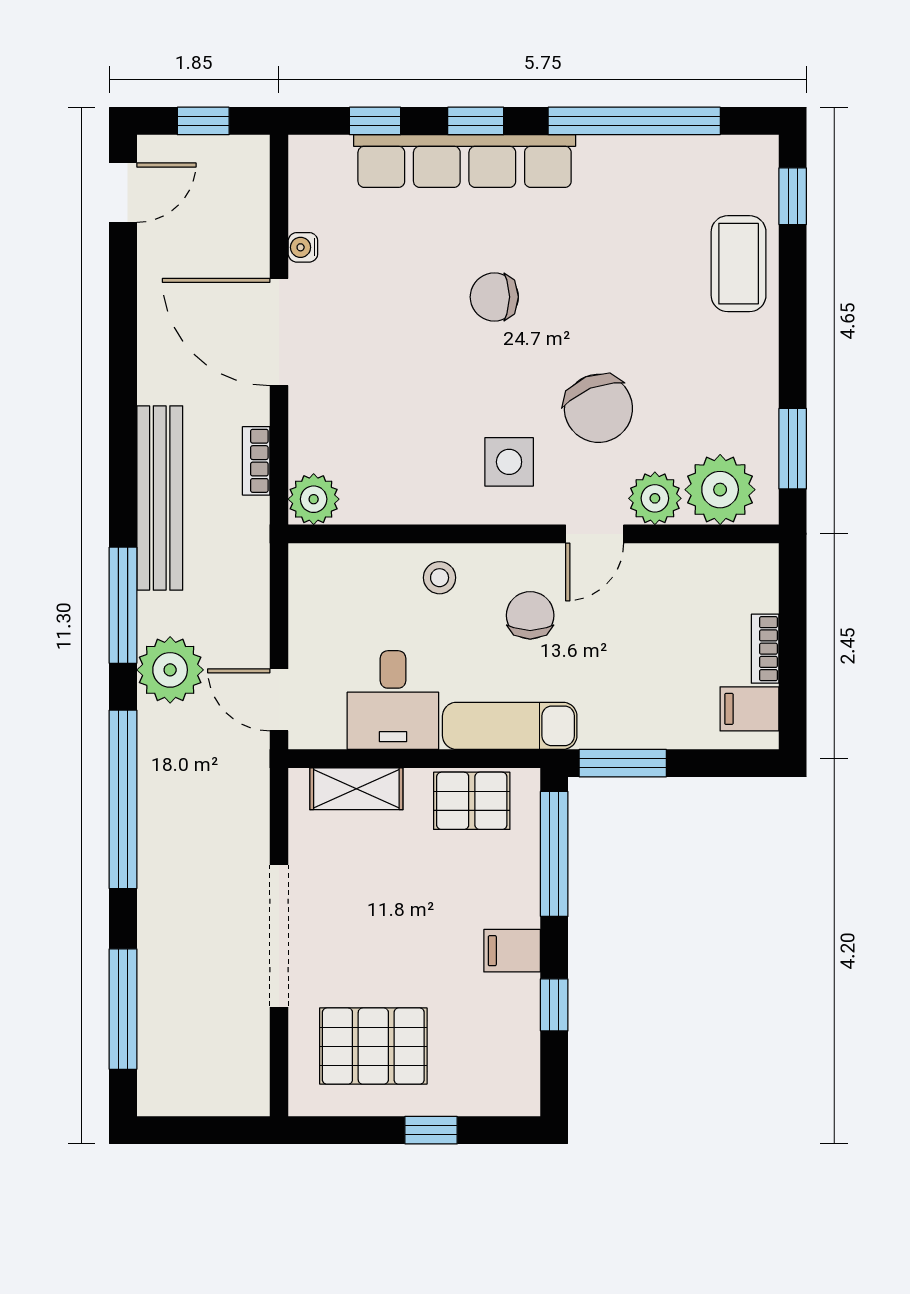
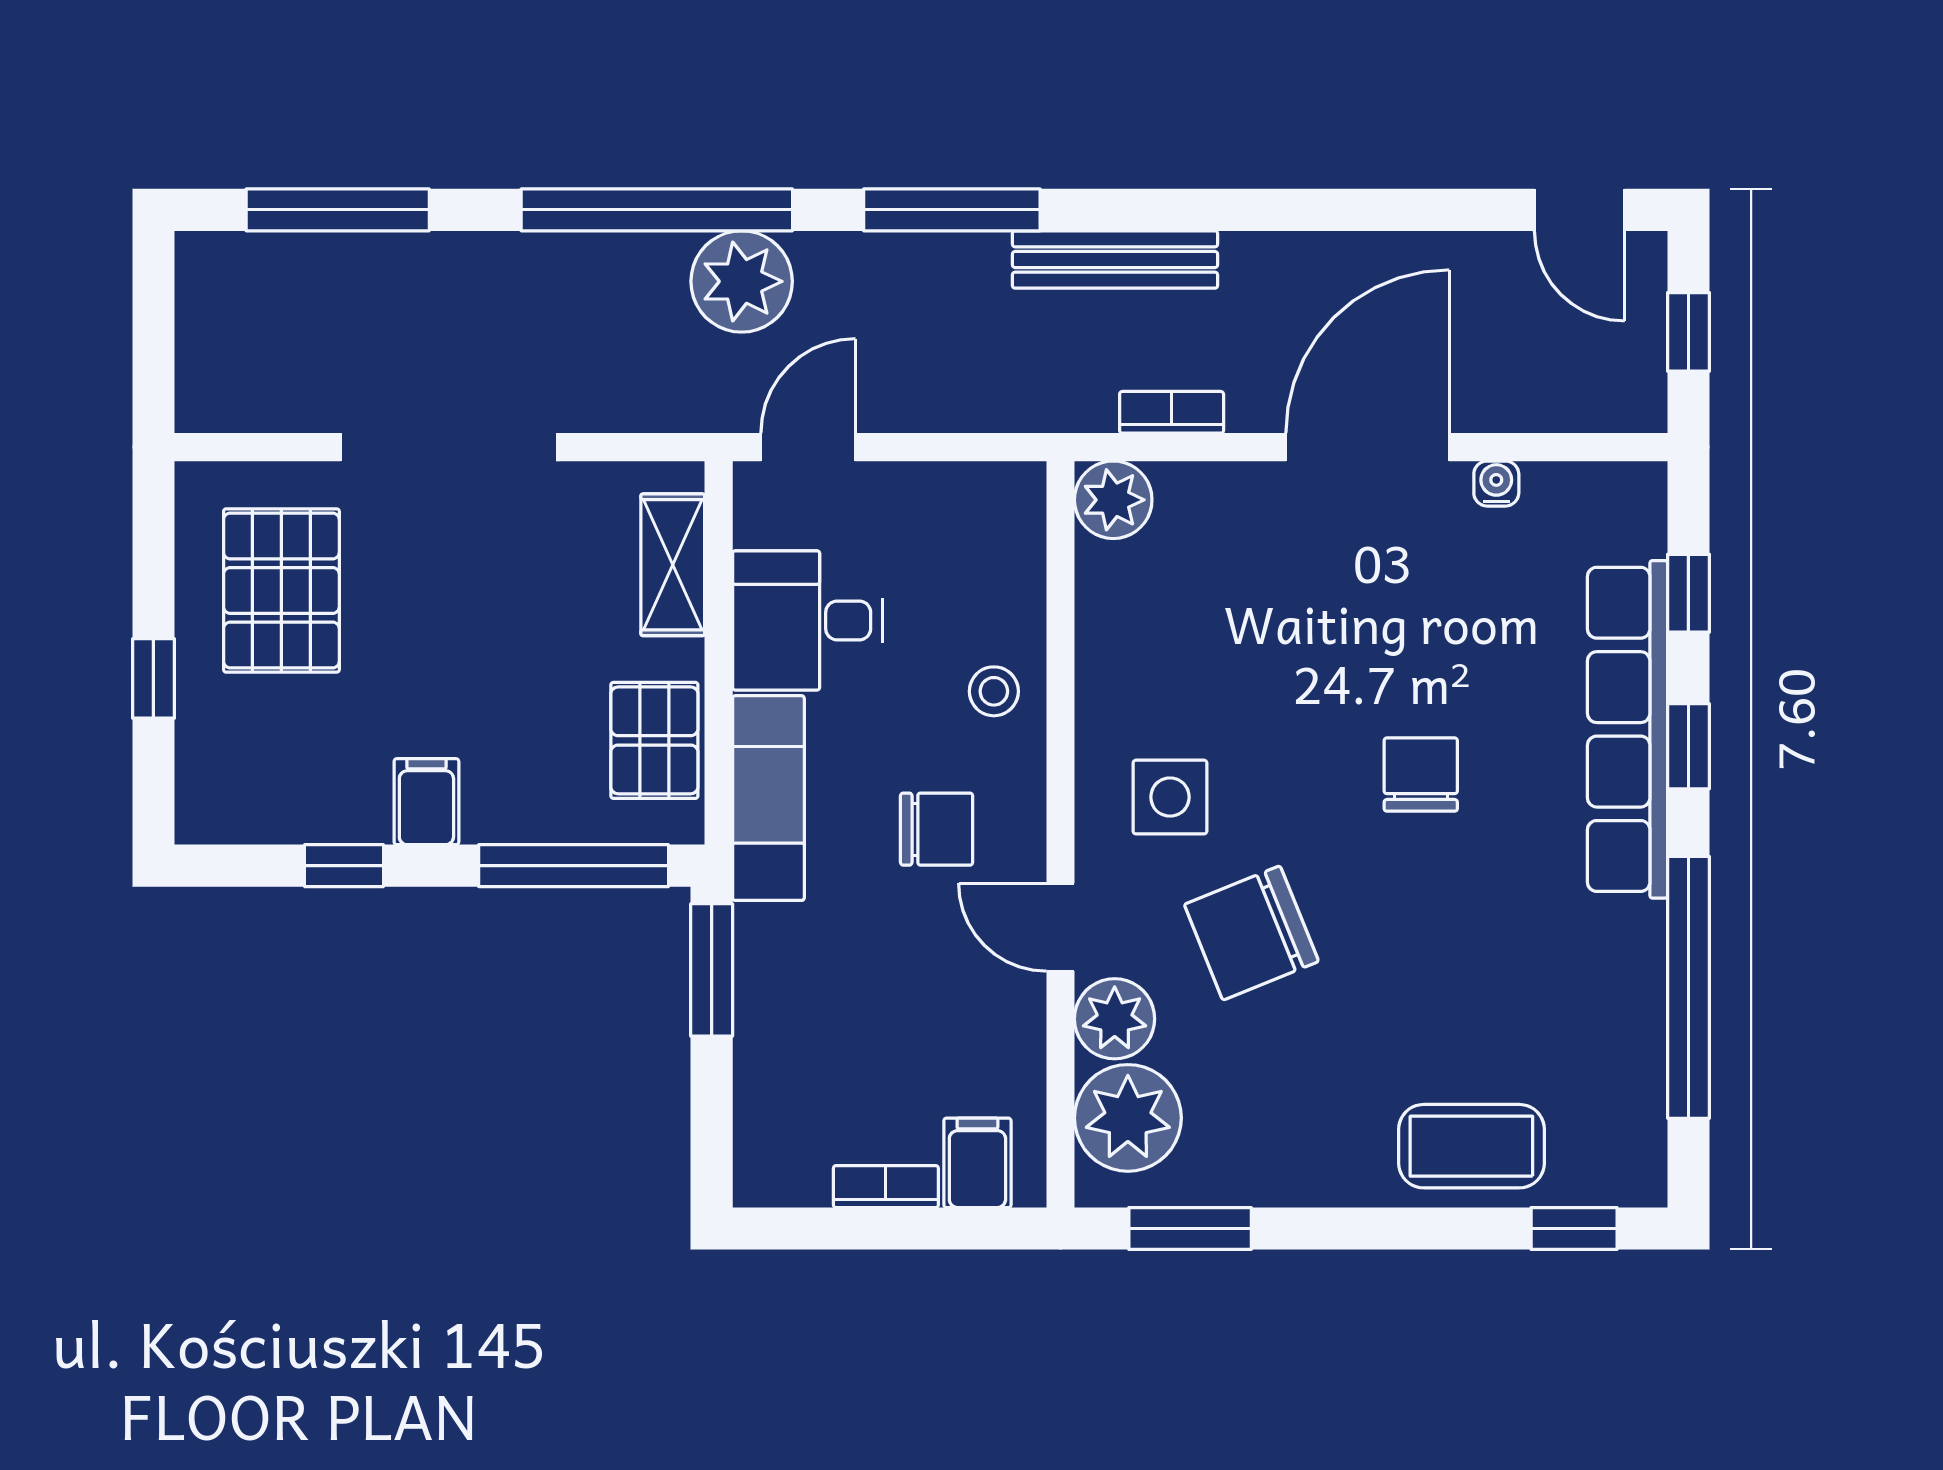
bench: (160, 498) -> (1115, 259), width x0.73, depth x0.82
plant: (170, 670) -> (742, 281), moved
filing cabinet: (750, 709) -> (977, 1163), moved

